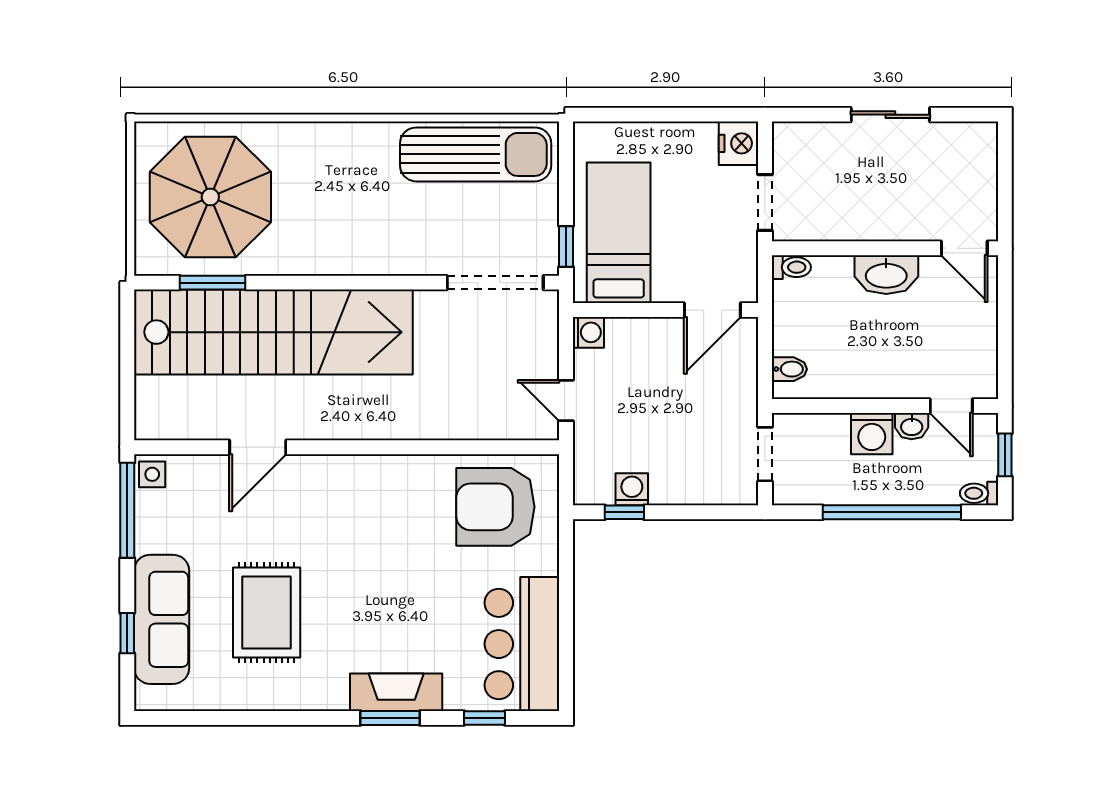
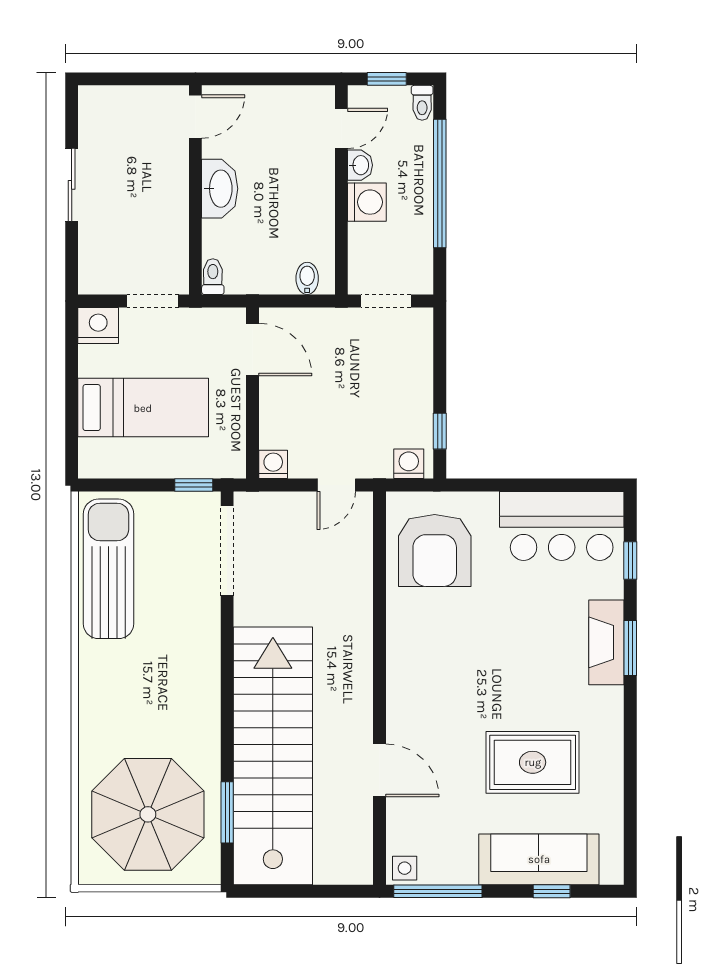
bed: (619, 233) -> (143, 408), moved, turned 180
washing machine: (632, 489) -> (409, 464), moved, turned 90

